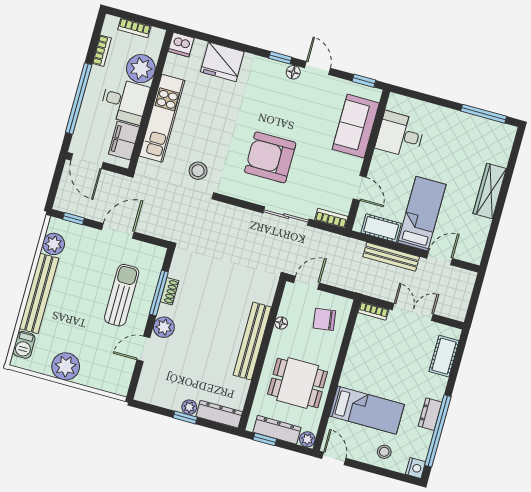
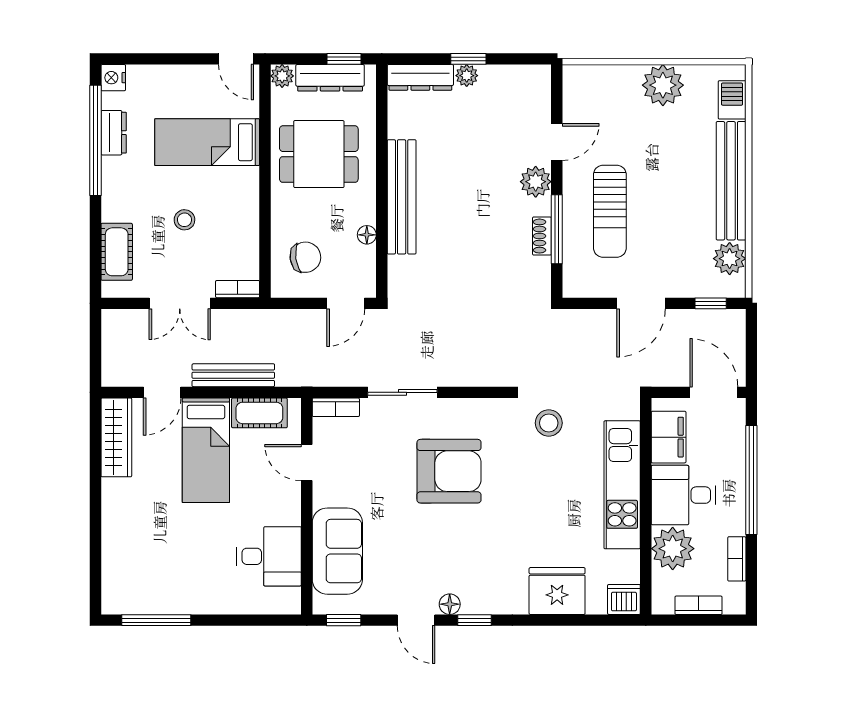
wardrobe: (490, 191) -> (116, 437), moved
dresser: (430, 414) -> (114, 133), moved
stool: (384, 452) -> (184, 220), moved

